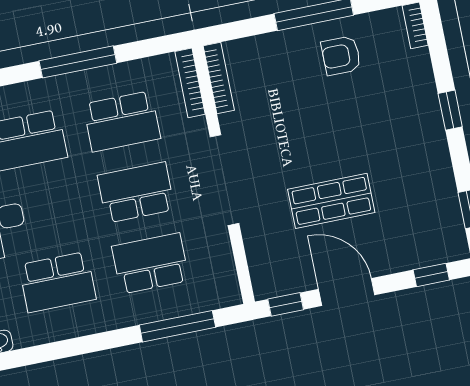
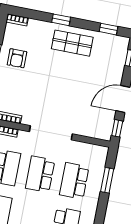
shop shelf: (331, 201) -> (72, 43), moved, turned 90
window: (177, 326) -> (107, 180), width x0.69

